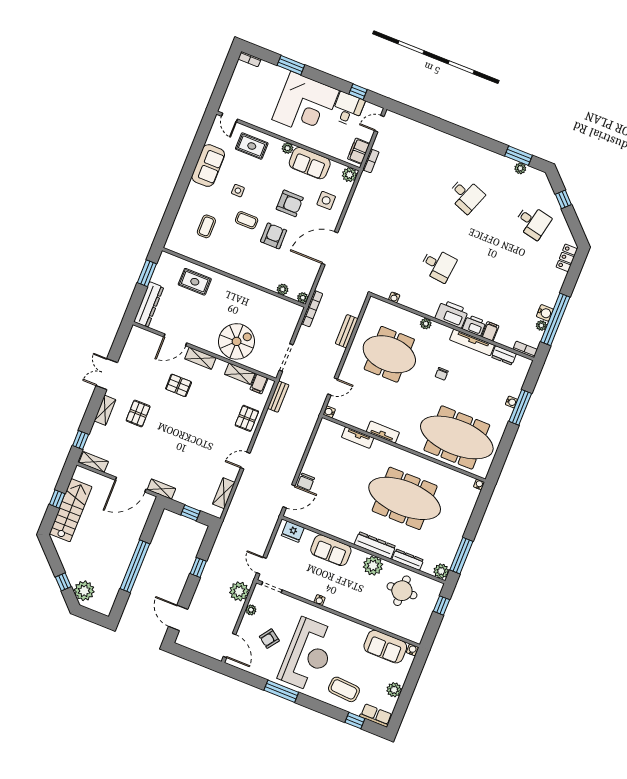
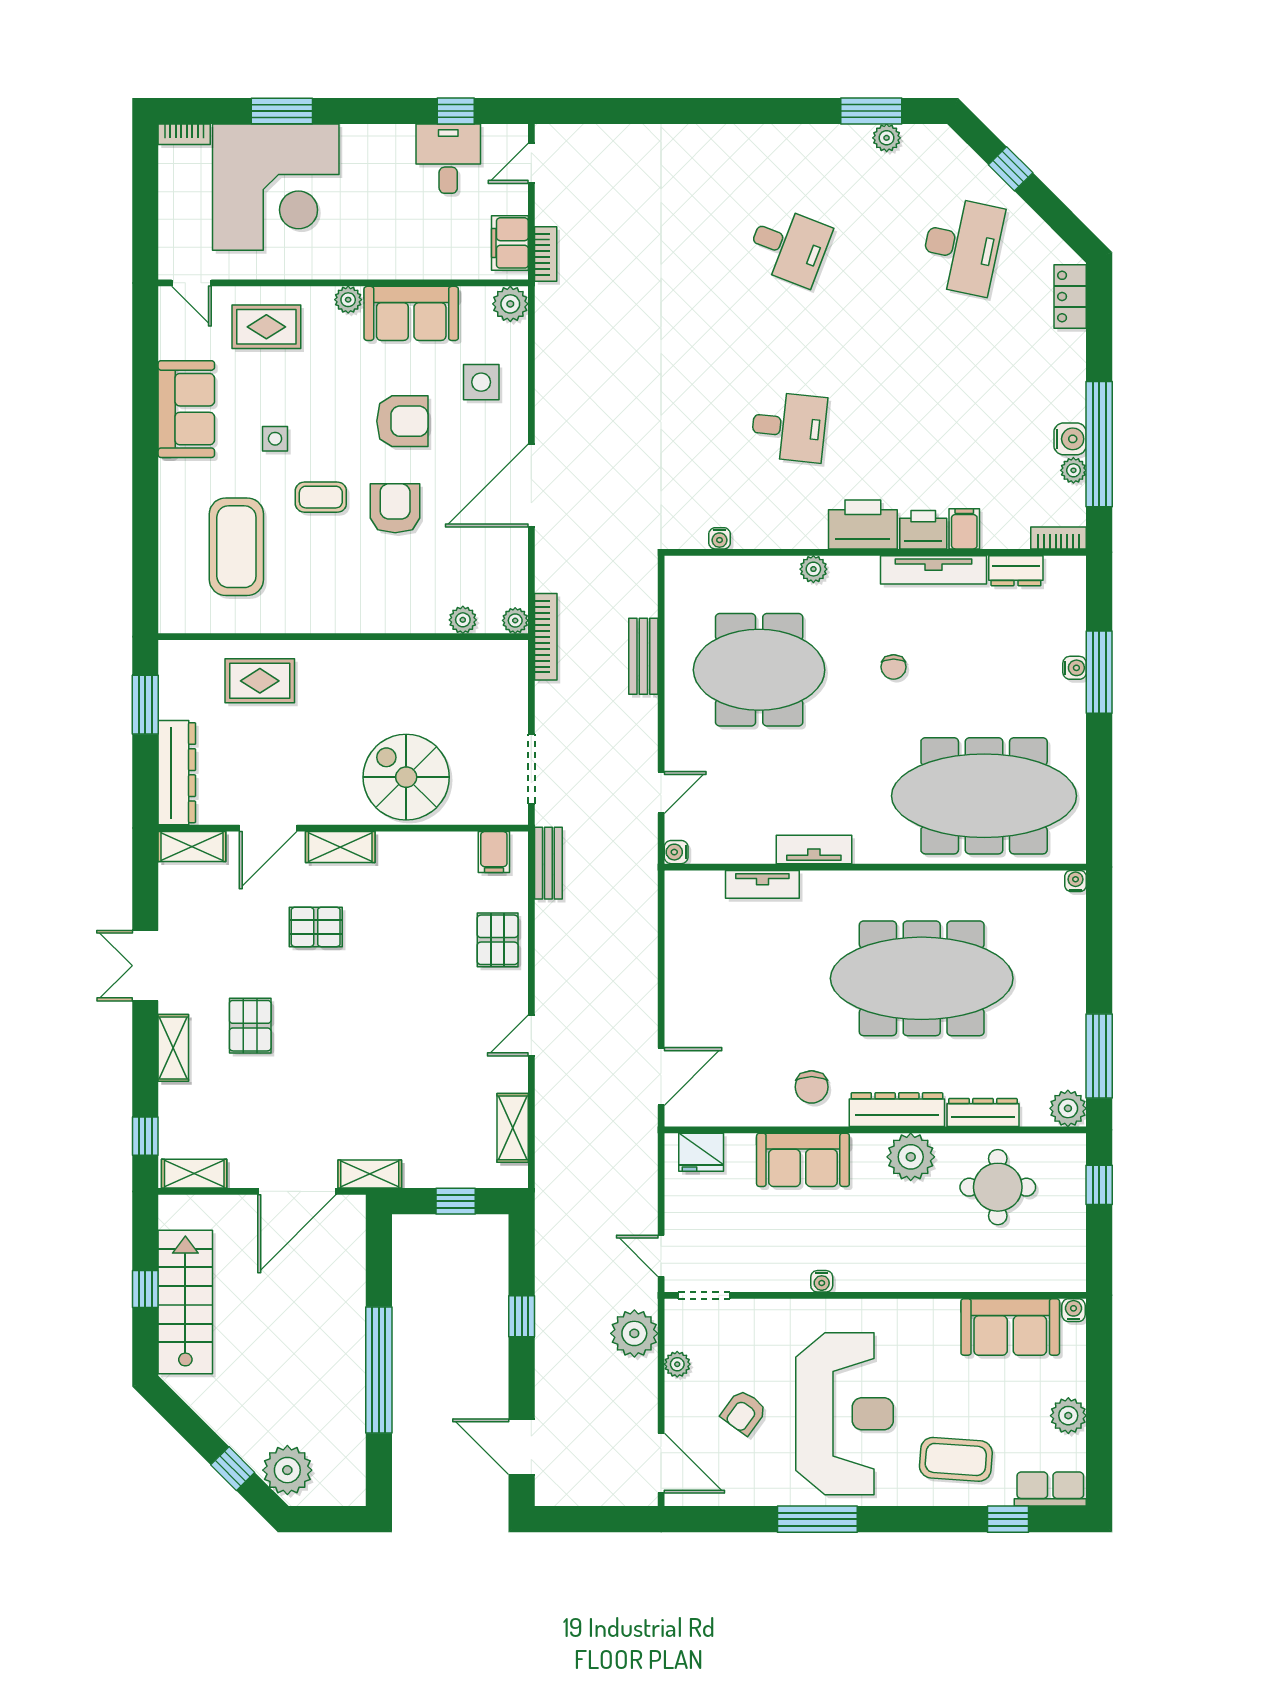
corner desk: (306, 105) -> (276, 187), moved
desk: (533, 222) -> (962, 246), width x1.37
coffee table: (206, 226) -> (236, 547), width x1.86, depth x1.72
spiral stairs: (237, 341) -> (406, 777), turned -90
shelving: (240, 374) -> (192, 847), moved
chair: (306, 482) -> (812, 1087), moved

